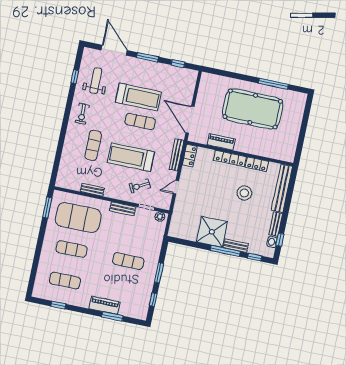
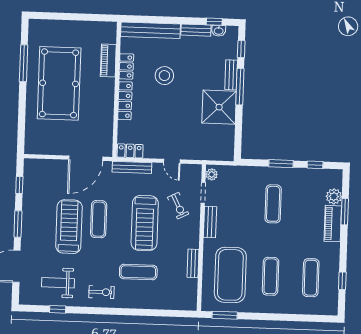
piano: (221, 142) -> (108, 60), moved
plant: (126, 310) -> (334, 196), added

